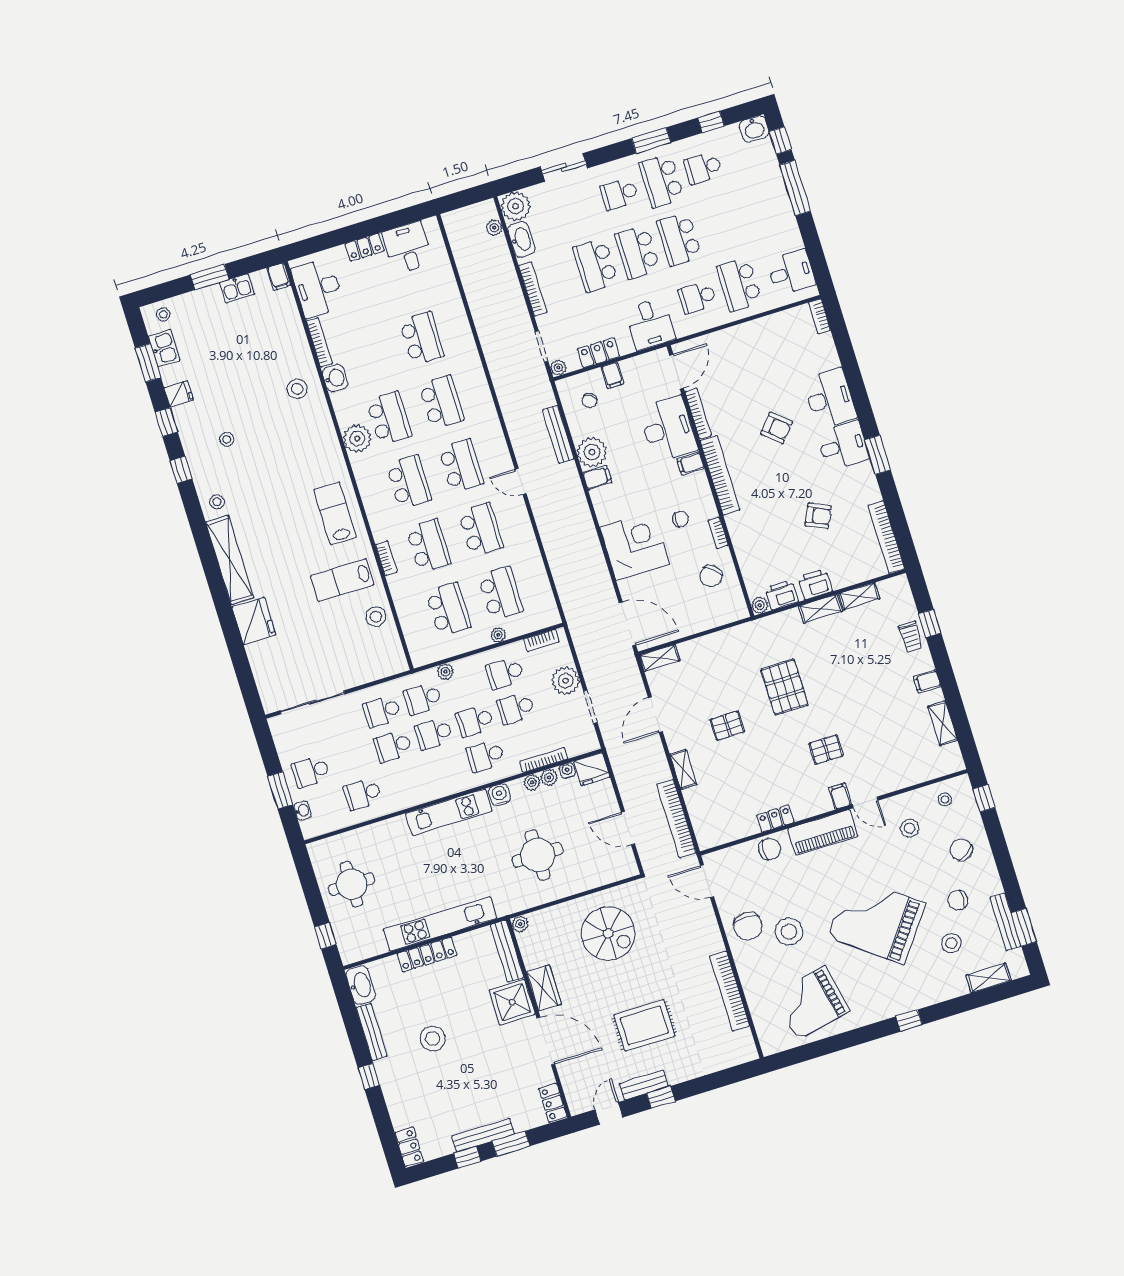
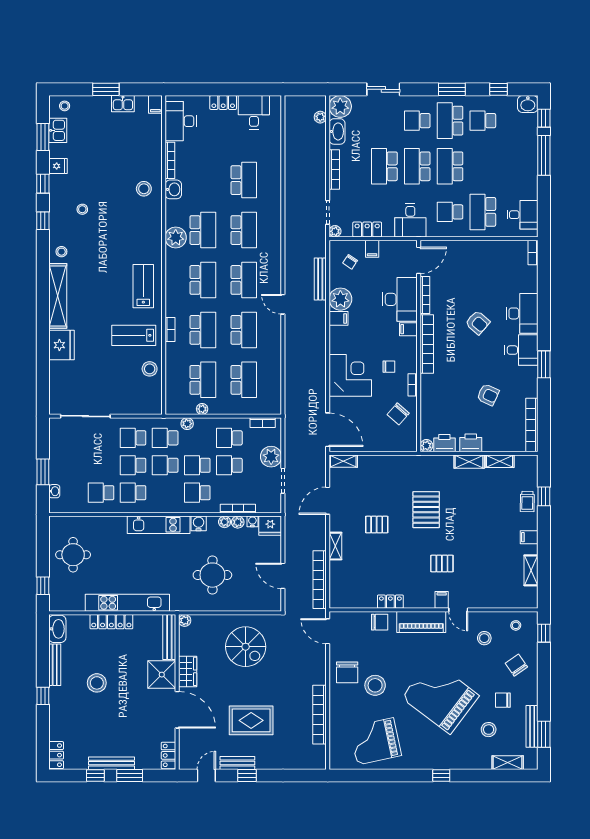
plant: (498, 635) -> (202, 409), moved
school desk: (311, 772) -> (133, 493), moved

